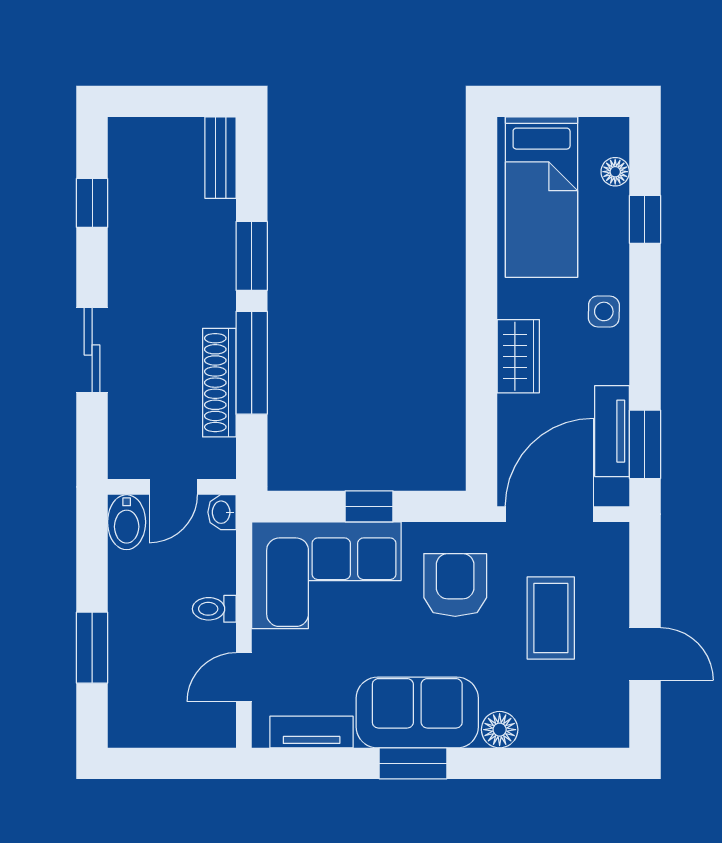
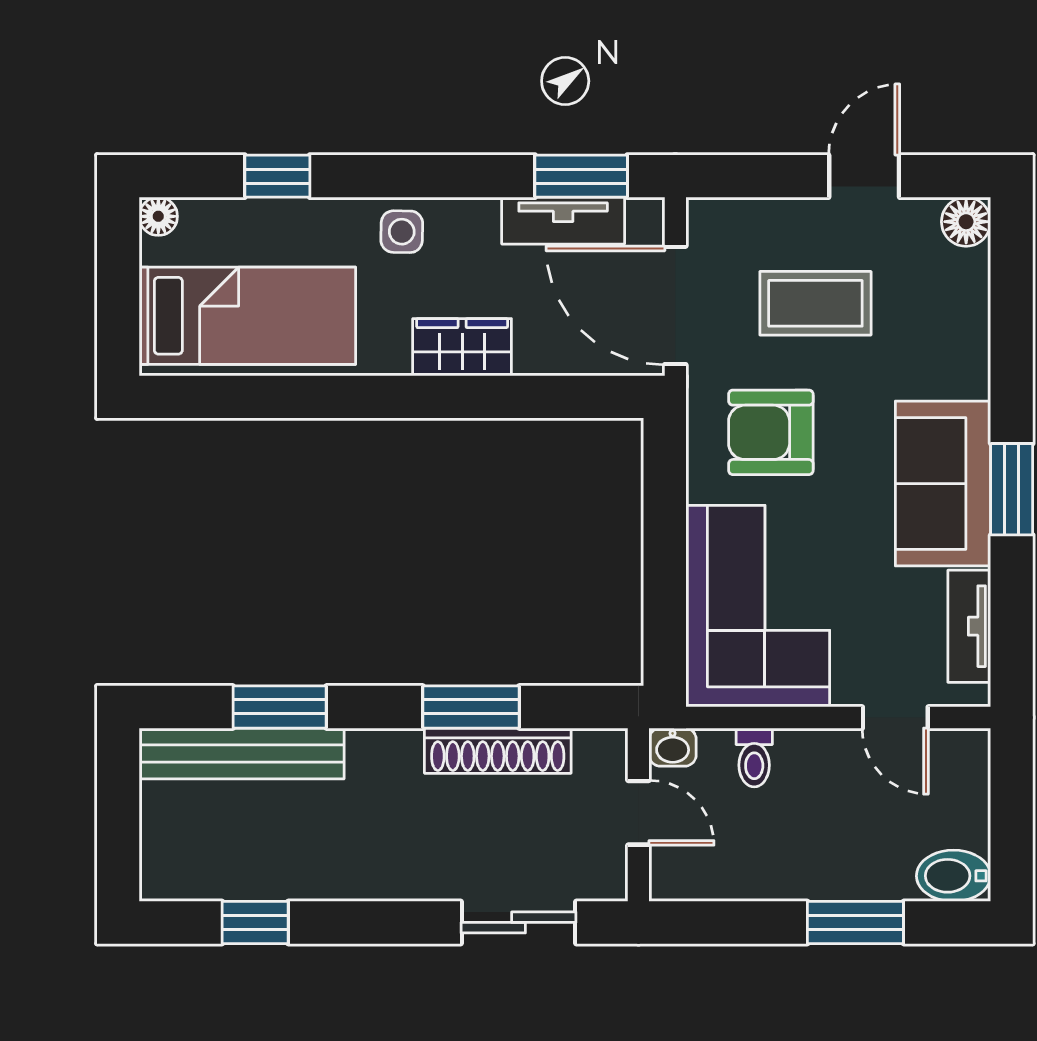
bench: (221, 158) -> (242, 753), width x1.86, depth x1.21
floor lamp: (615, 172) -> (158, 216), moved
window: (252, 256) -> (280, 707), moved
sliding door: (92, 350) -> (518, 922), moved
window: (252, 363) -> (471, 707), width x0.69
window: (369, 506) -> (665, 549), removed
bidet: (127, 522) -> (954, 876), moved, turned 180
toilet: (214, 609) -> (754, 757), moved
floor lamp: (500, 730) -> (966, 222), moved

